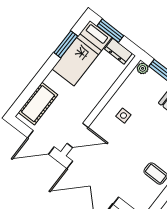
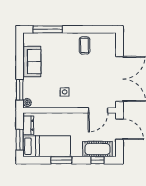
window: (66, 44) -> (61, 160), moved
window: (27, 95) -> (97, 160), added
door: (78, 135) -> (98, 110), swing flipped

